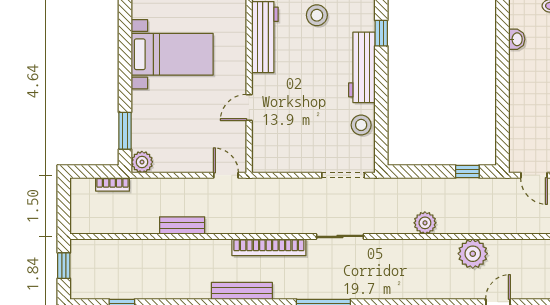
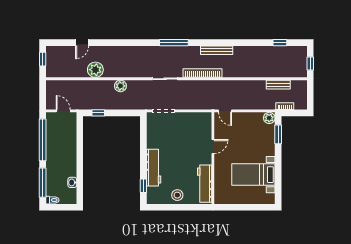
stool: (361, 125) -> (154, 137), removed
bench: (182, 225) -> (278, 85), moved

